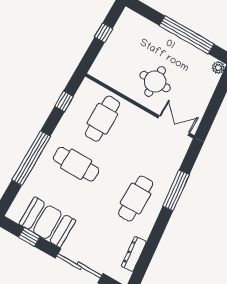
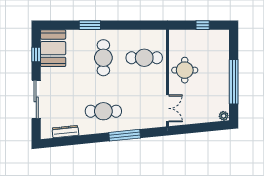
round table: (155, 81) -> (185, 70), moved
window: (64, 101) -> (141, 25), removed
window: (31, 158) -> (90, 25), width x0.47
booth: (47, 222) -> (53, 48), moved

